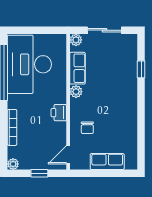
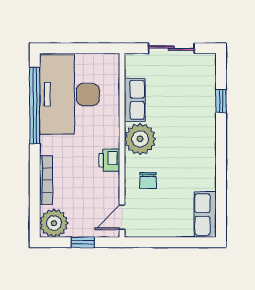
plant: (76, 40) -> (132, 61), removed
plant: (76, 92) -> (140, 139), width x1.88, depth x1.88
row of seats: (107, 162) -> (205, 214), moved, turned -90
plant: (13, 164) -> (54, 223), width x1.88, depth x1.88

